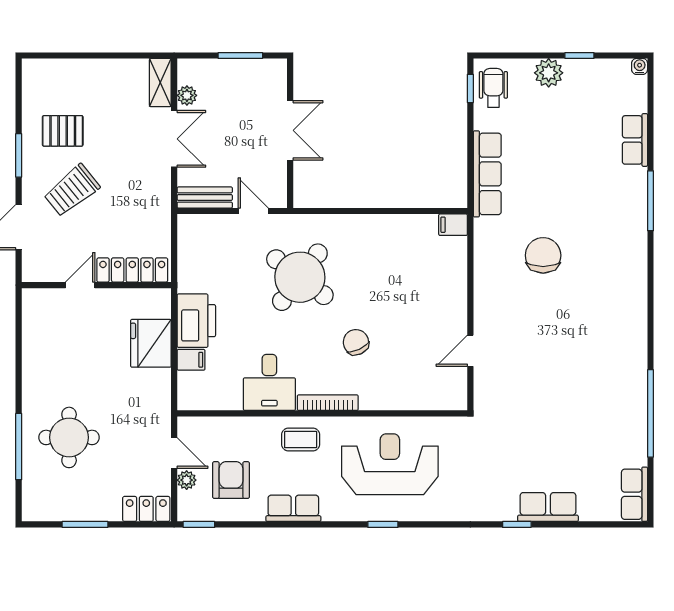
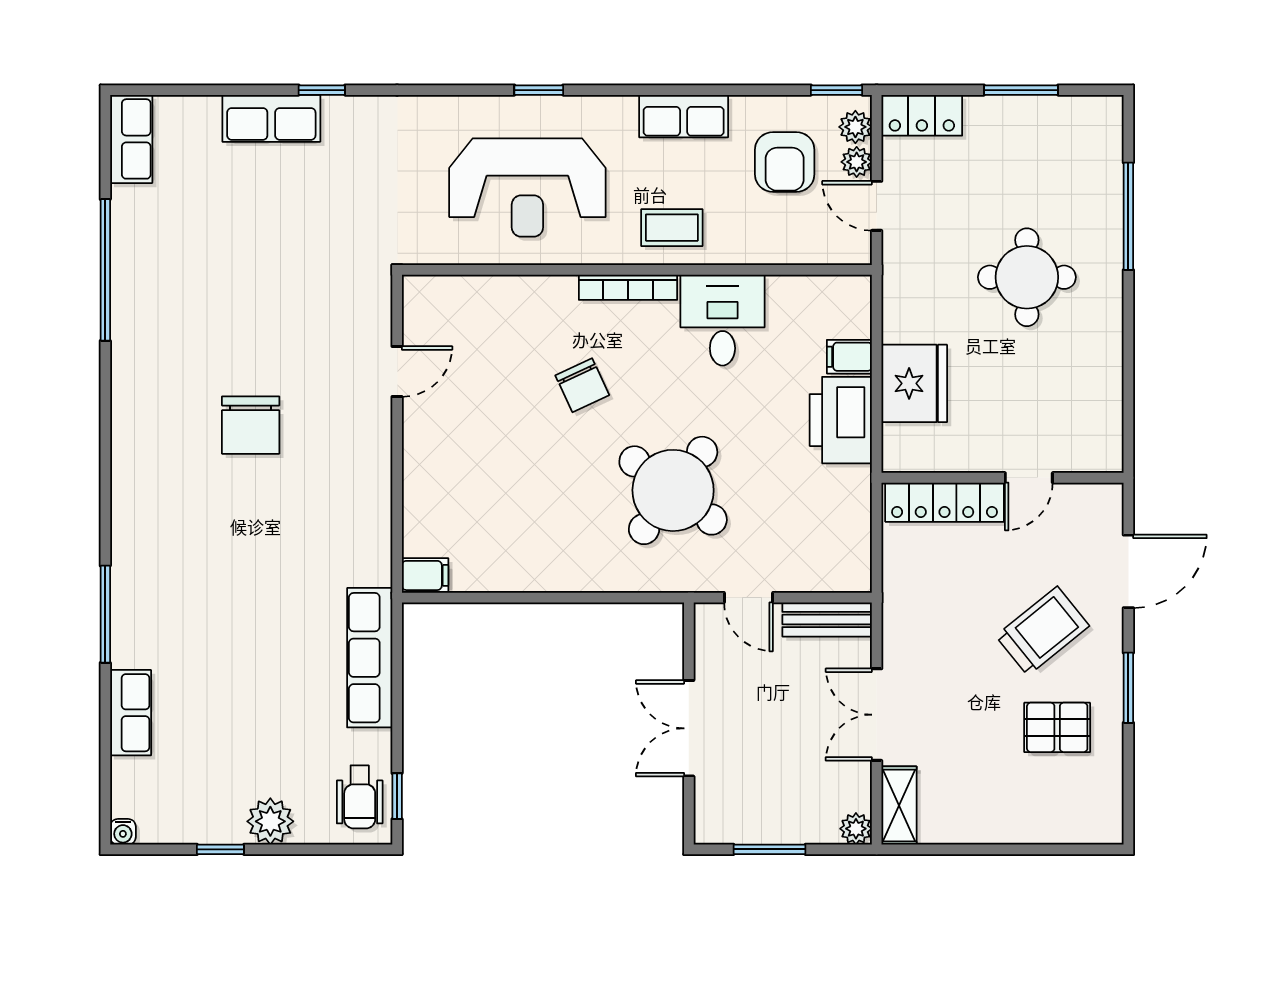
plant: (187, 95) -> (856, 829), moved
chair: (543, 255) -> (251, 425), moved
round table: (69, 437) -> (1027, 277), moved
plant: (187, 502) -> (855, 127), added

